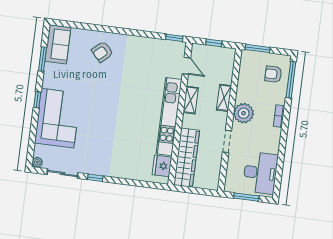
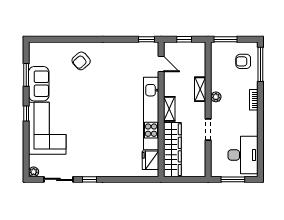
sofa: (58, 44) -> (39, 84), moved
shelving: (191, 100) -> (169, 109), moved
plant: (244, 113) -> (216, 97), width x0.53, depth x0.53

